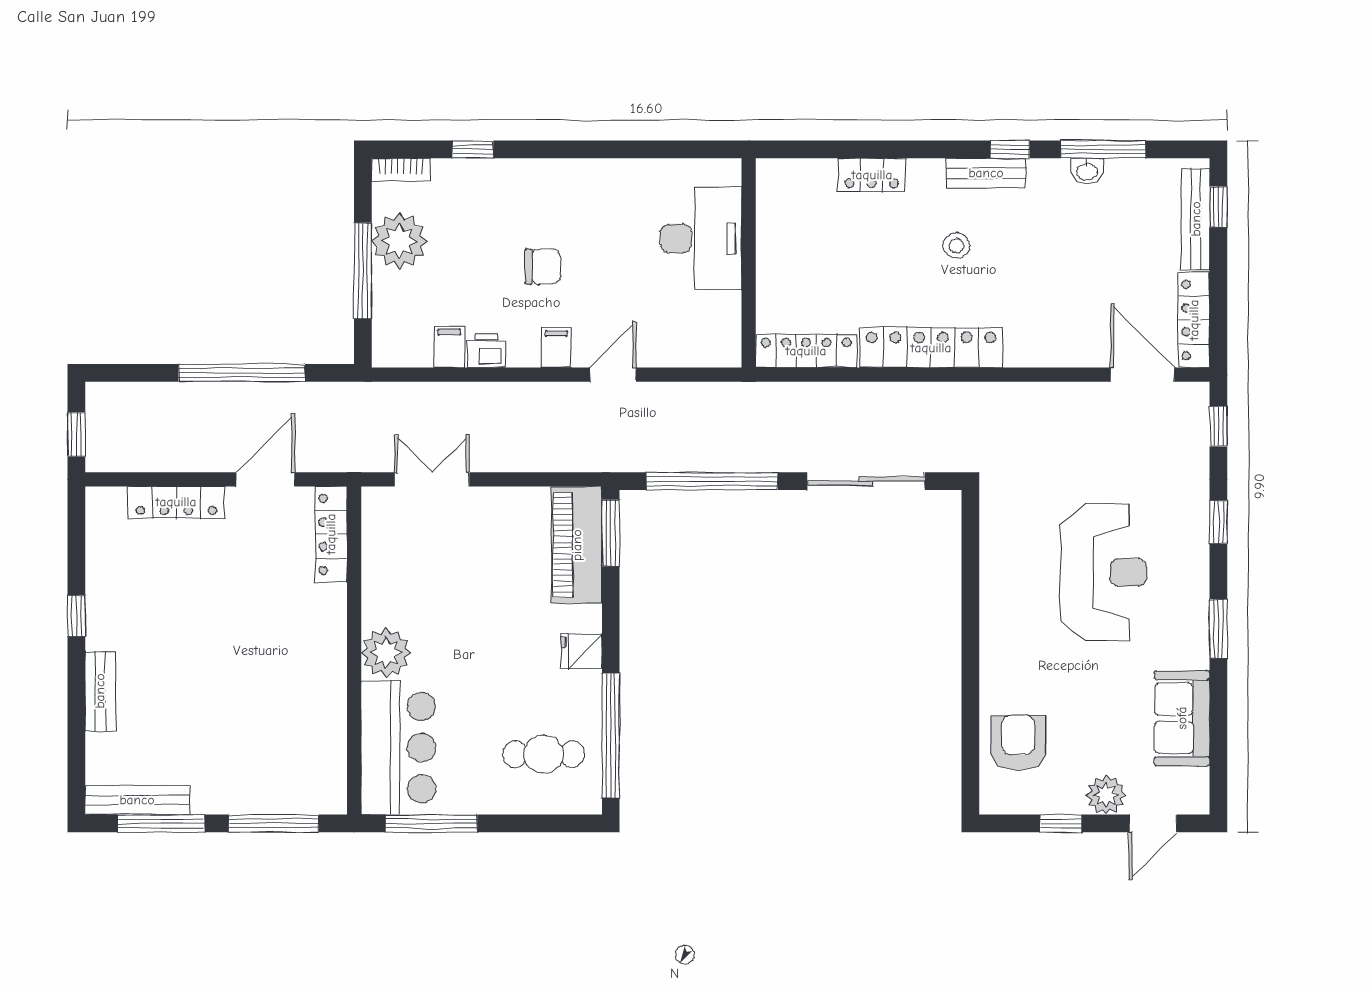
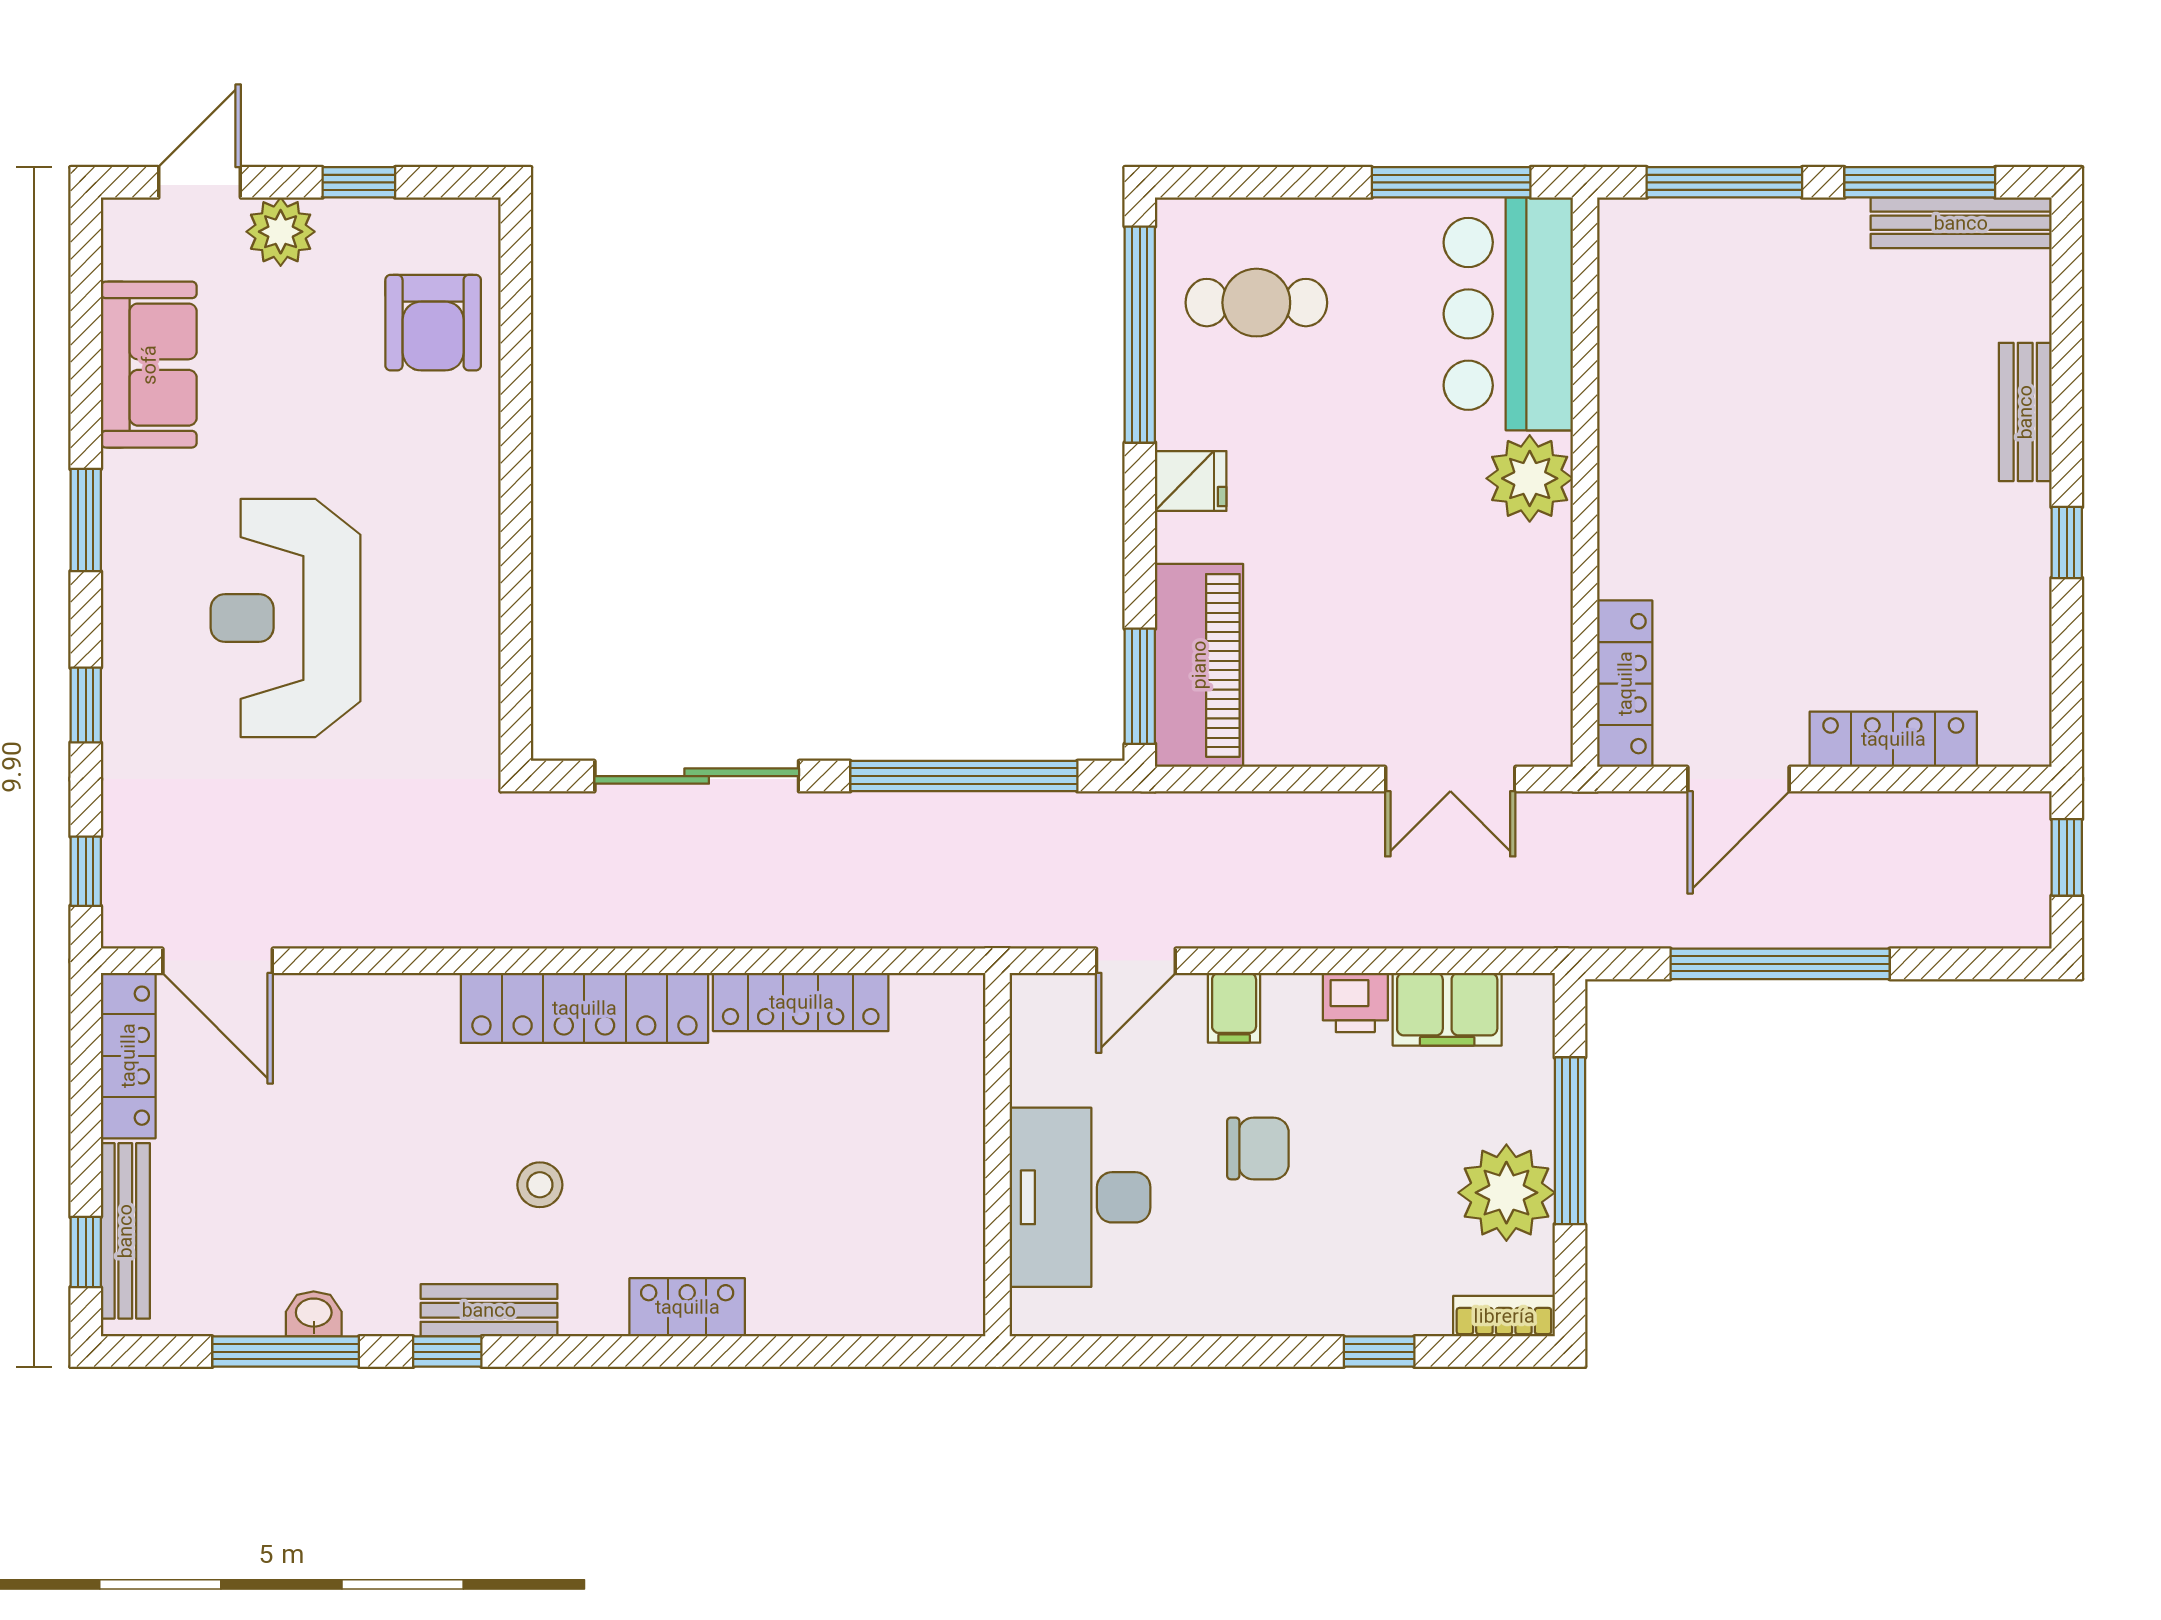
desk: (701, 238) -> (1080, 1197), moved
wall: (749, 263) -> (997, 1155), moved
chair: (543, 267) -> (1258, 1148), turned 180
filing cabinet: (449, 347) -> (1447, 1009), width x2.00

